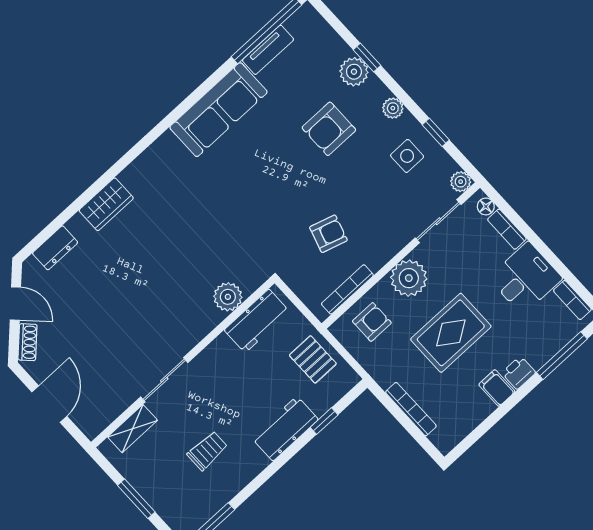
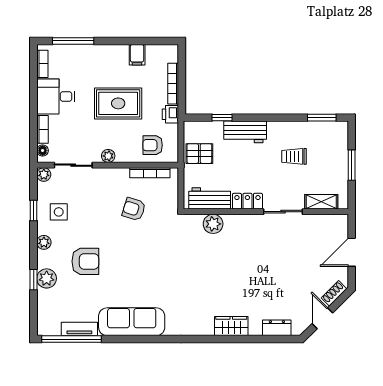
plant: (409, 278) -> (108, 156), width x0.53, depth x0.53
locker: (213, 356) -> (247, 201), added
pallet: (313, 359) -> (199, 154), turned 90
printer: (519, 373) -> (170, 114), moved, turned 90
filing cabinet: (497, 388) -> (137, 55), moved

